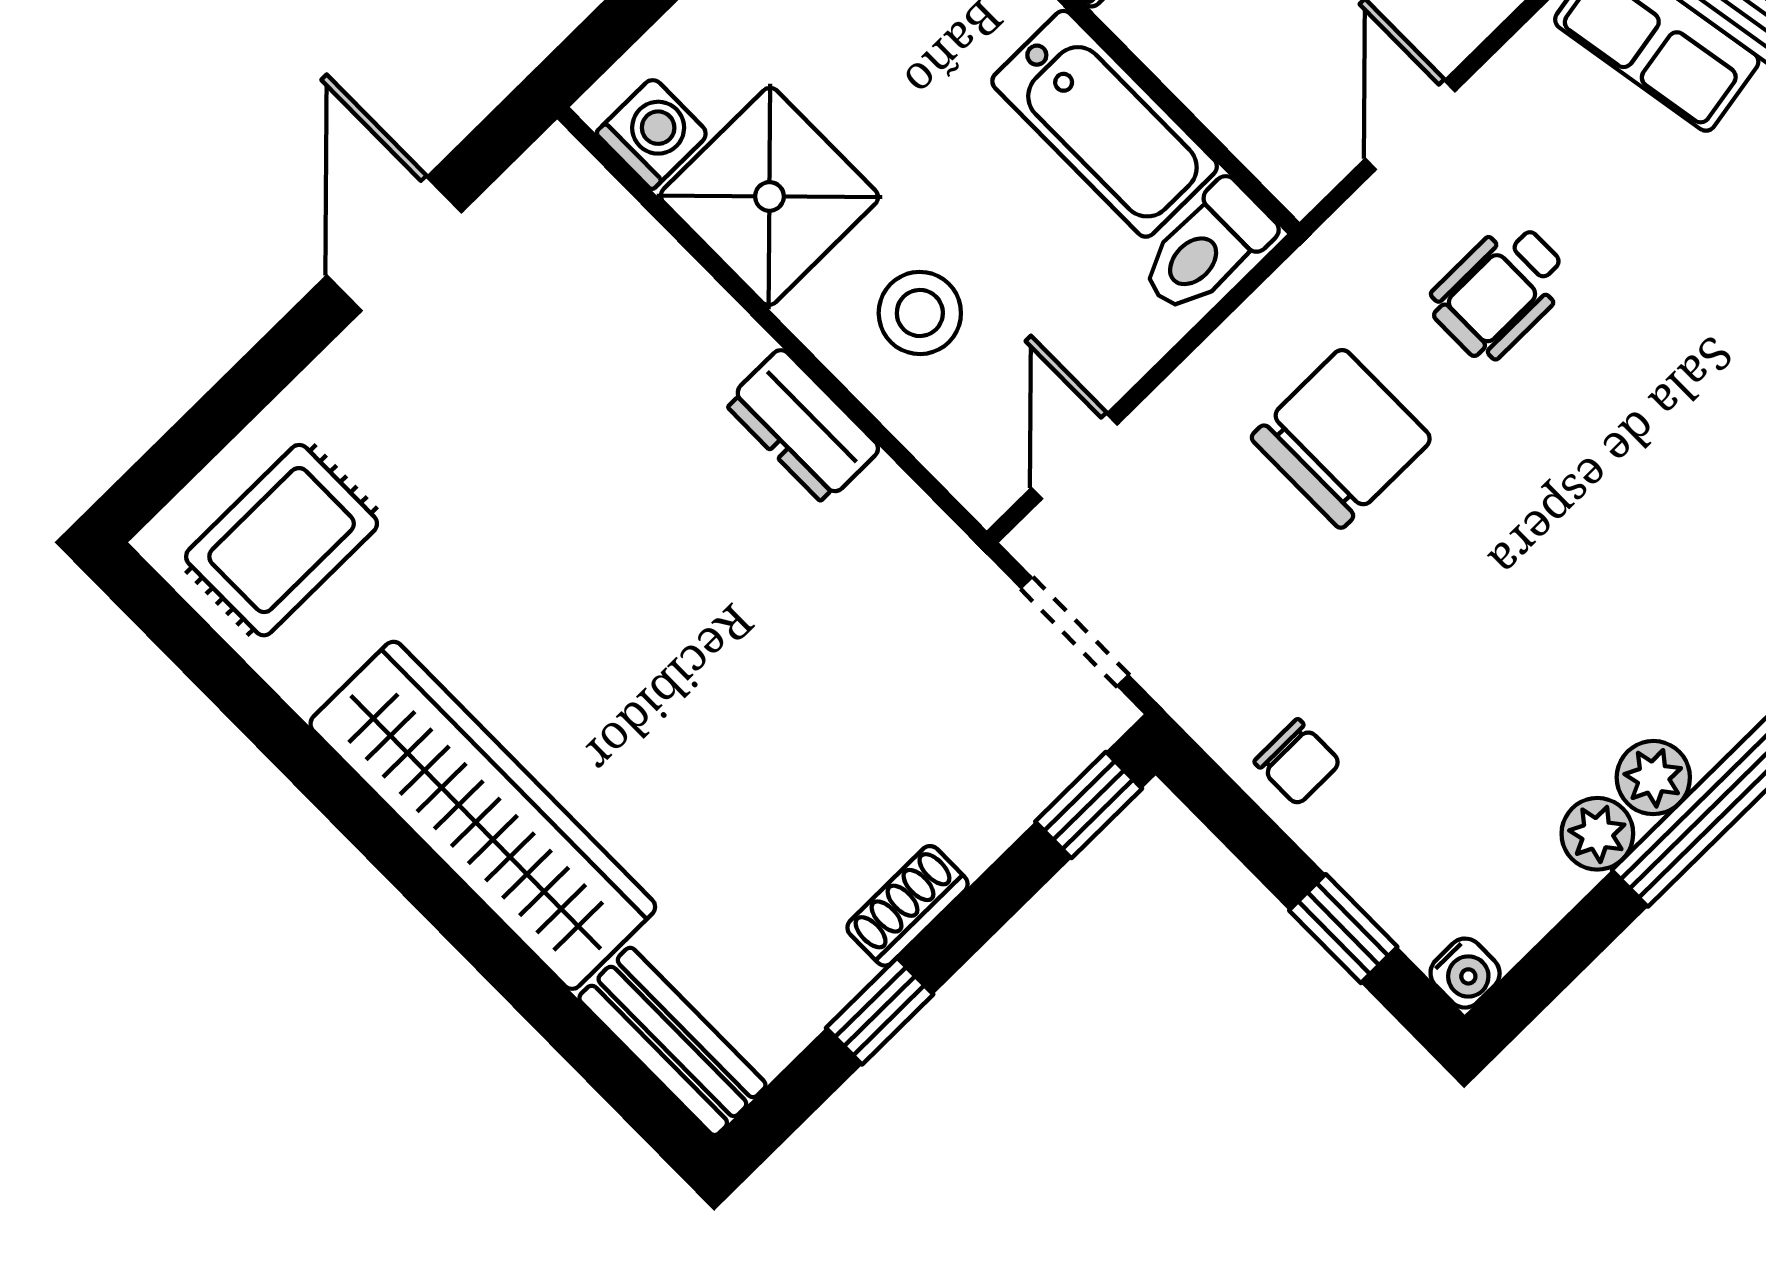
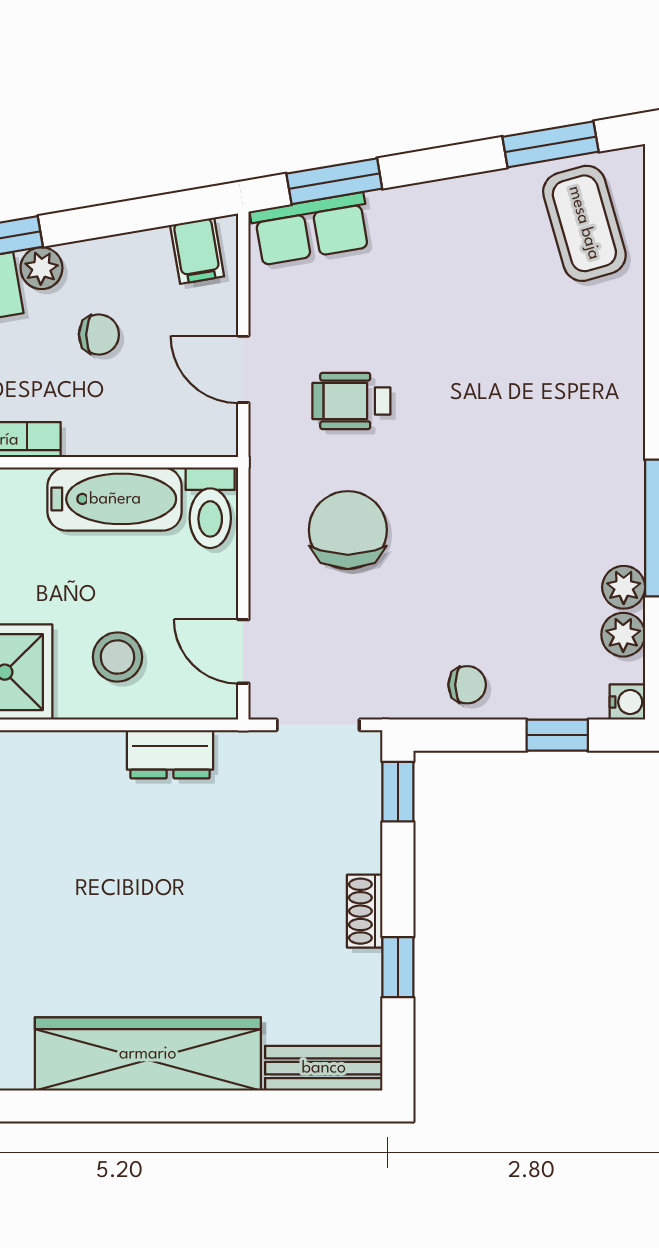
wheelchair: (1499, 291) -> (351, 401), turned 90
dresser: (803, 426) -> (170, 754), moved
plant: (1653, 778) -> (623, 635), moved

